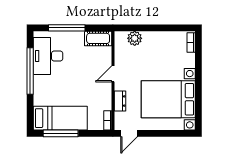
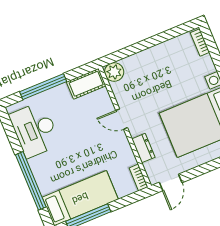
plant: (135, 38) -> (114, 72), moved
window: (30, 71) -> (31, 181), moved
door: (113, 74) -> (122, 119), hinge flipped

